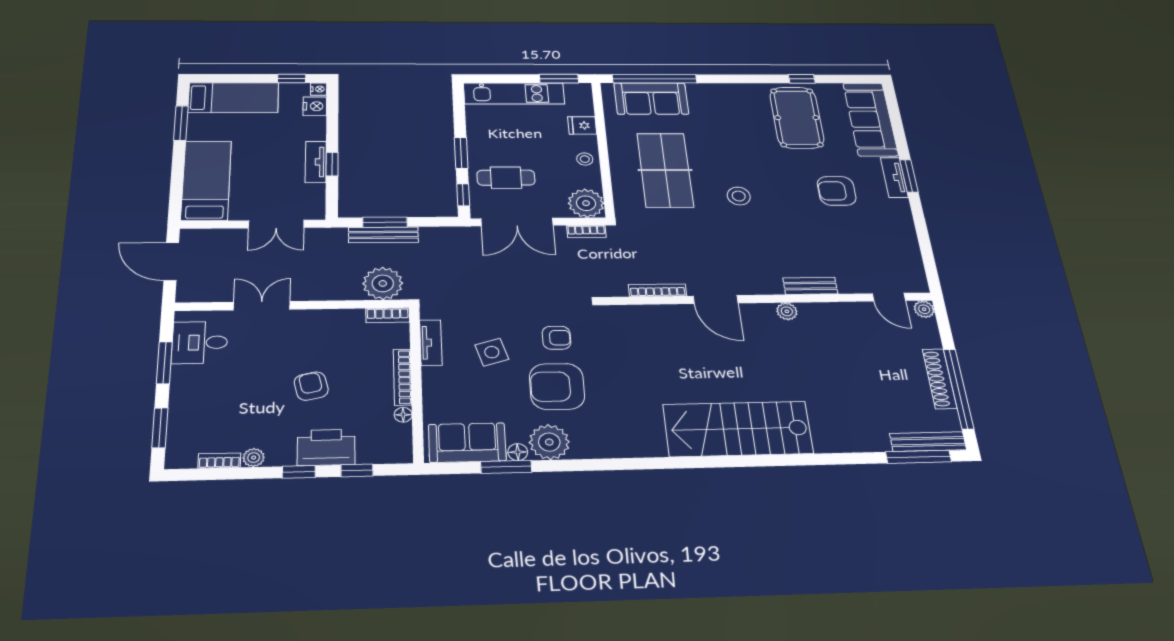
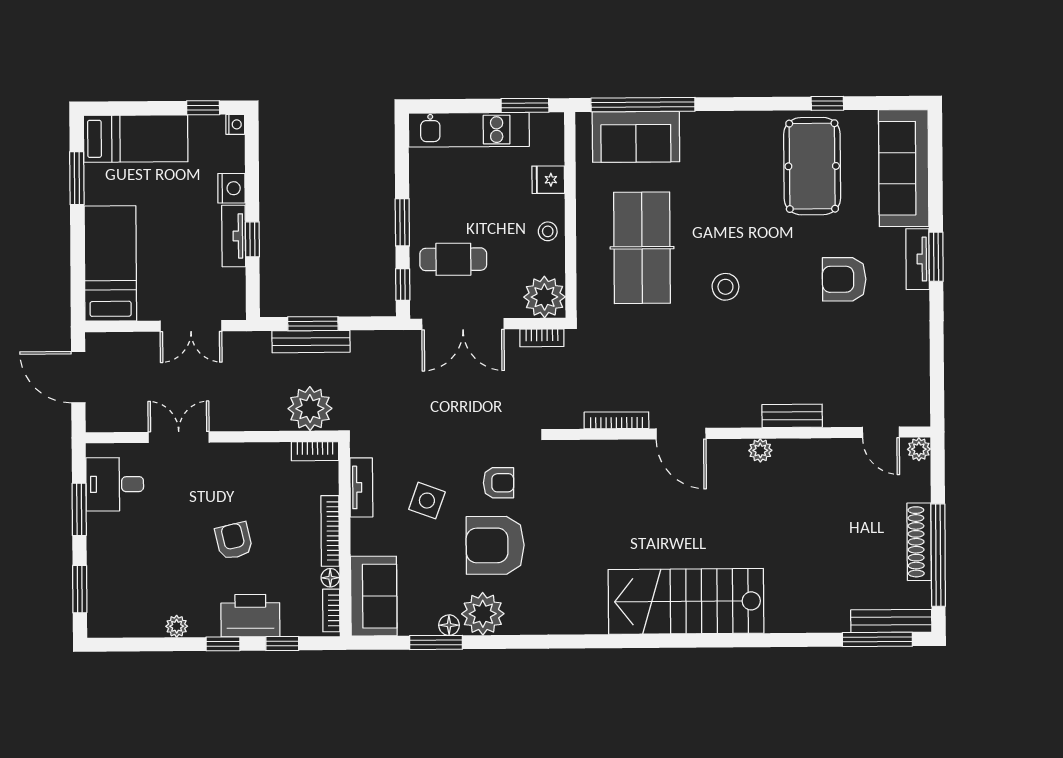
nightstand: (315, 106) -> (231, 188), moved
side table: (492, 352) -> (427, 501), turned 37
sofa: (467, 443) -> (374, 596), moved, turned 90
bookcase: (219, 461) -> (331, 610), moved, turned -90

